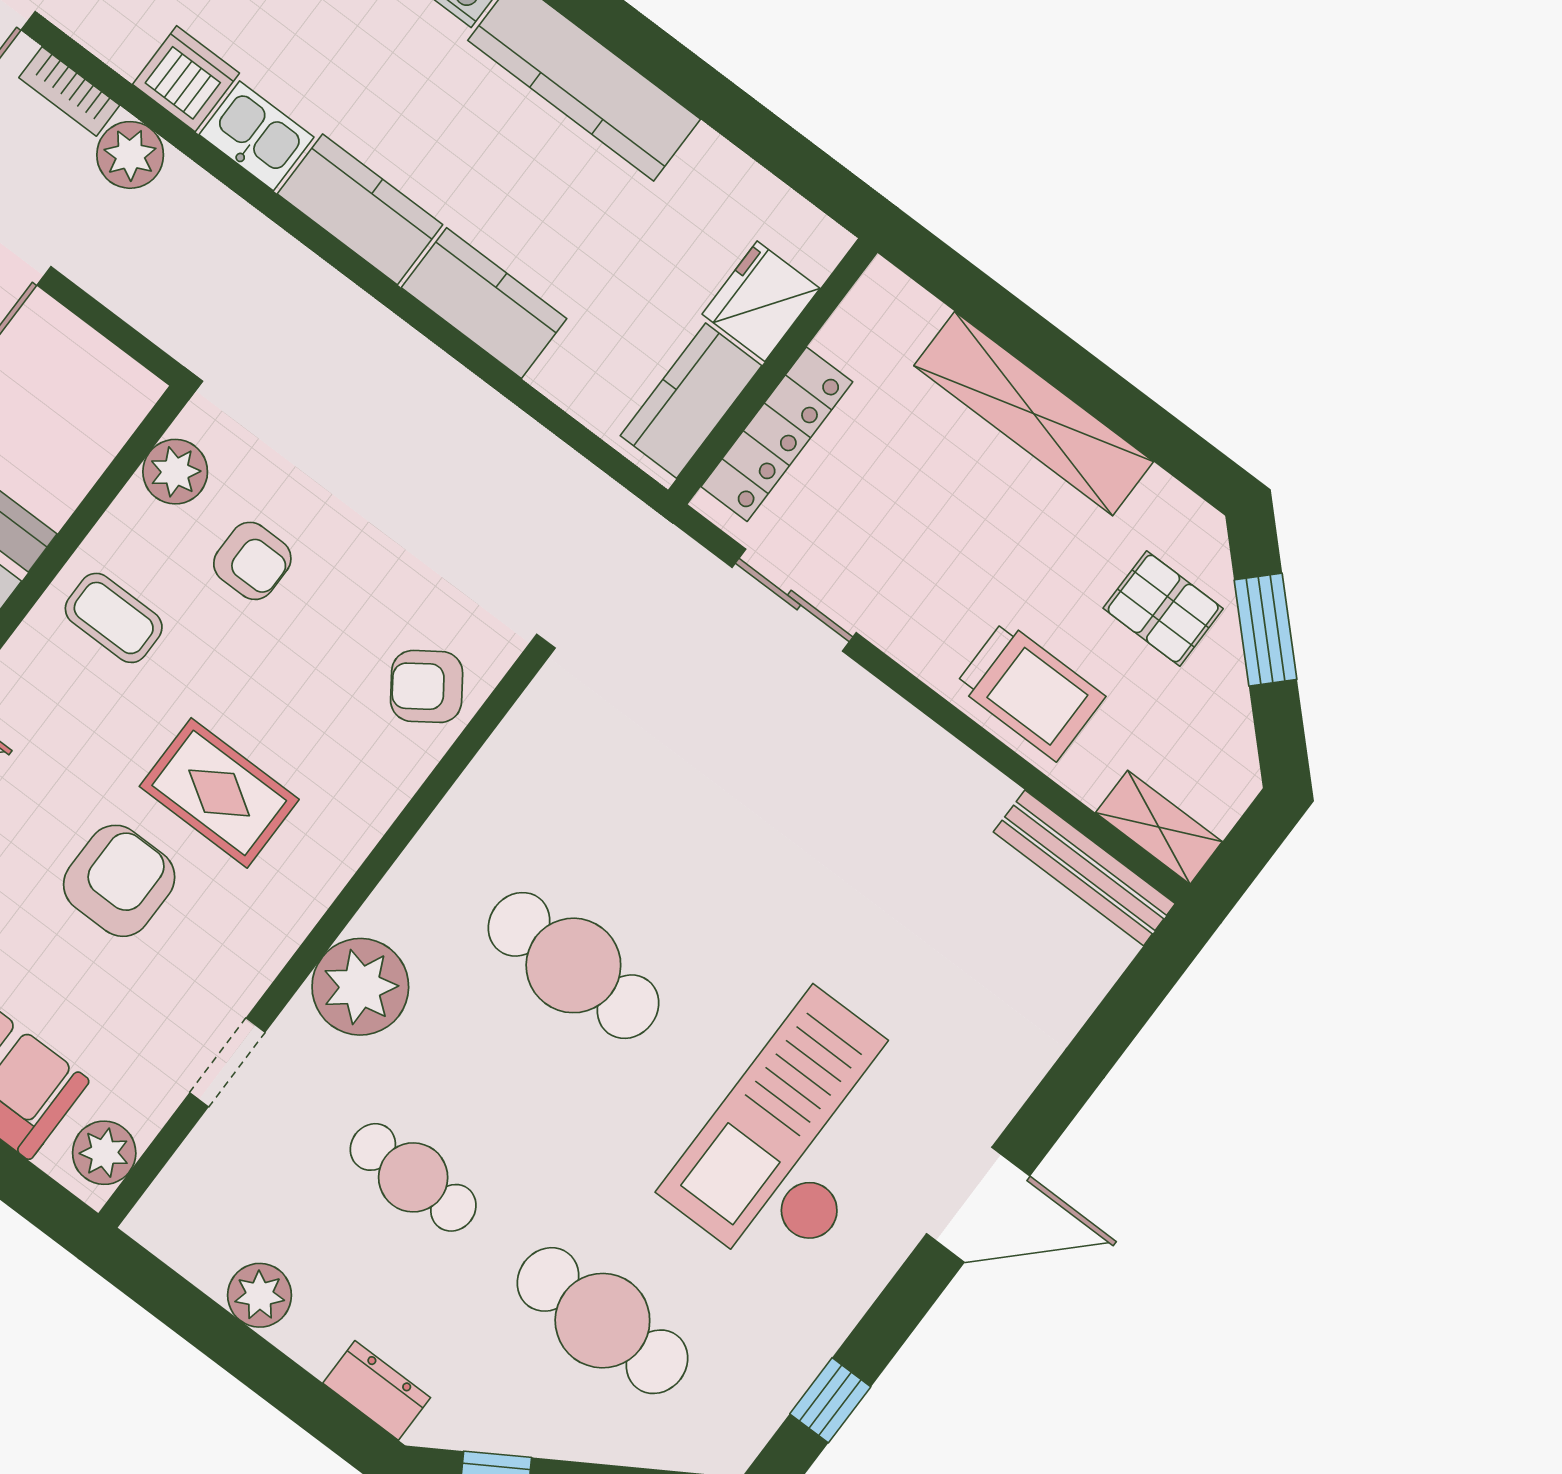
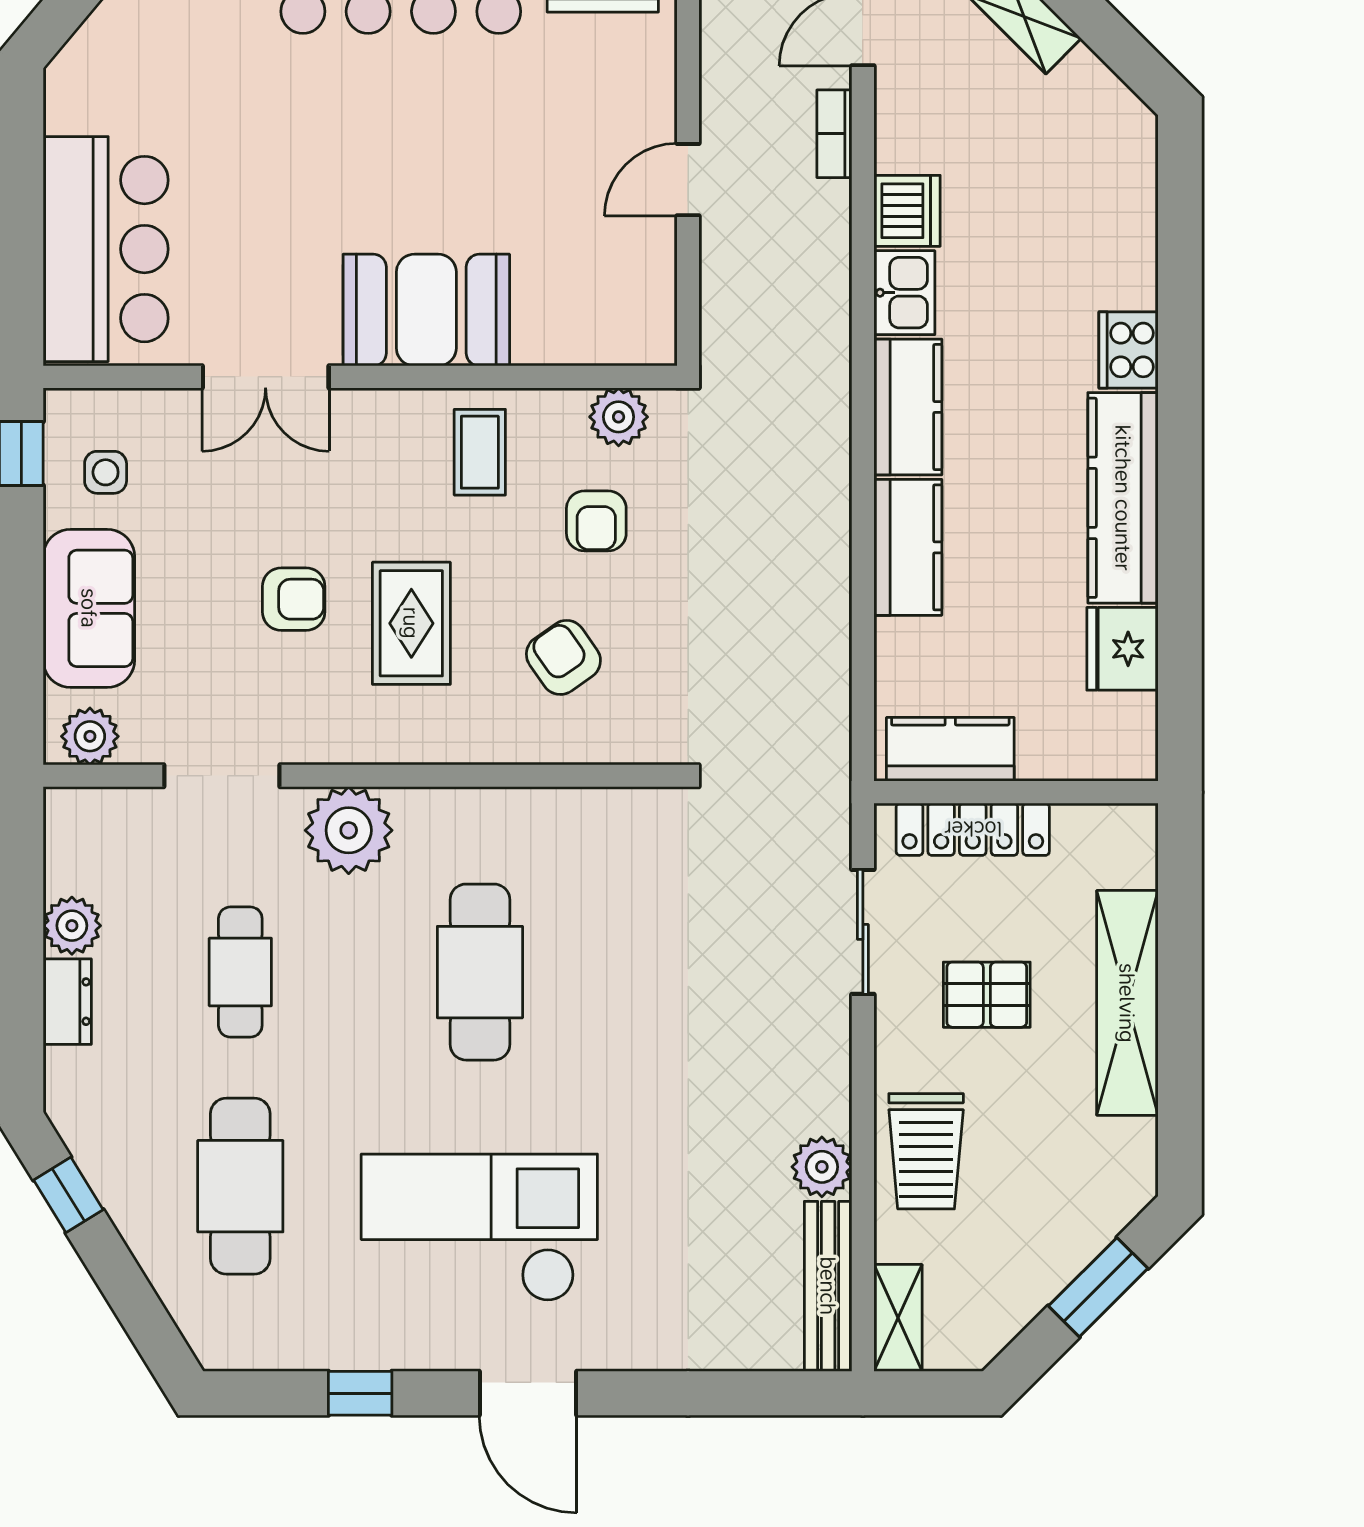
plant: (130, 155) -> (822, 1167), moved
fridge: (761, 301) -> (1122, 649), moved, turned -90
pallet: (1163, 608) -> (987, 995), moved, turned 90
armchair: (427, 686) -> (563, 657), moved
armchair: (119, 881) -> (294, 599), width x0.72, depth x0.72
doorway: (227, 1062) -> (222, 776), width x1.38
dresser: (377, 1390) -> (67, 1002), moved
window: (830, 1400) -> (360, 1393), moved

